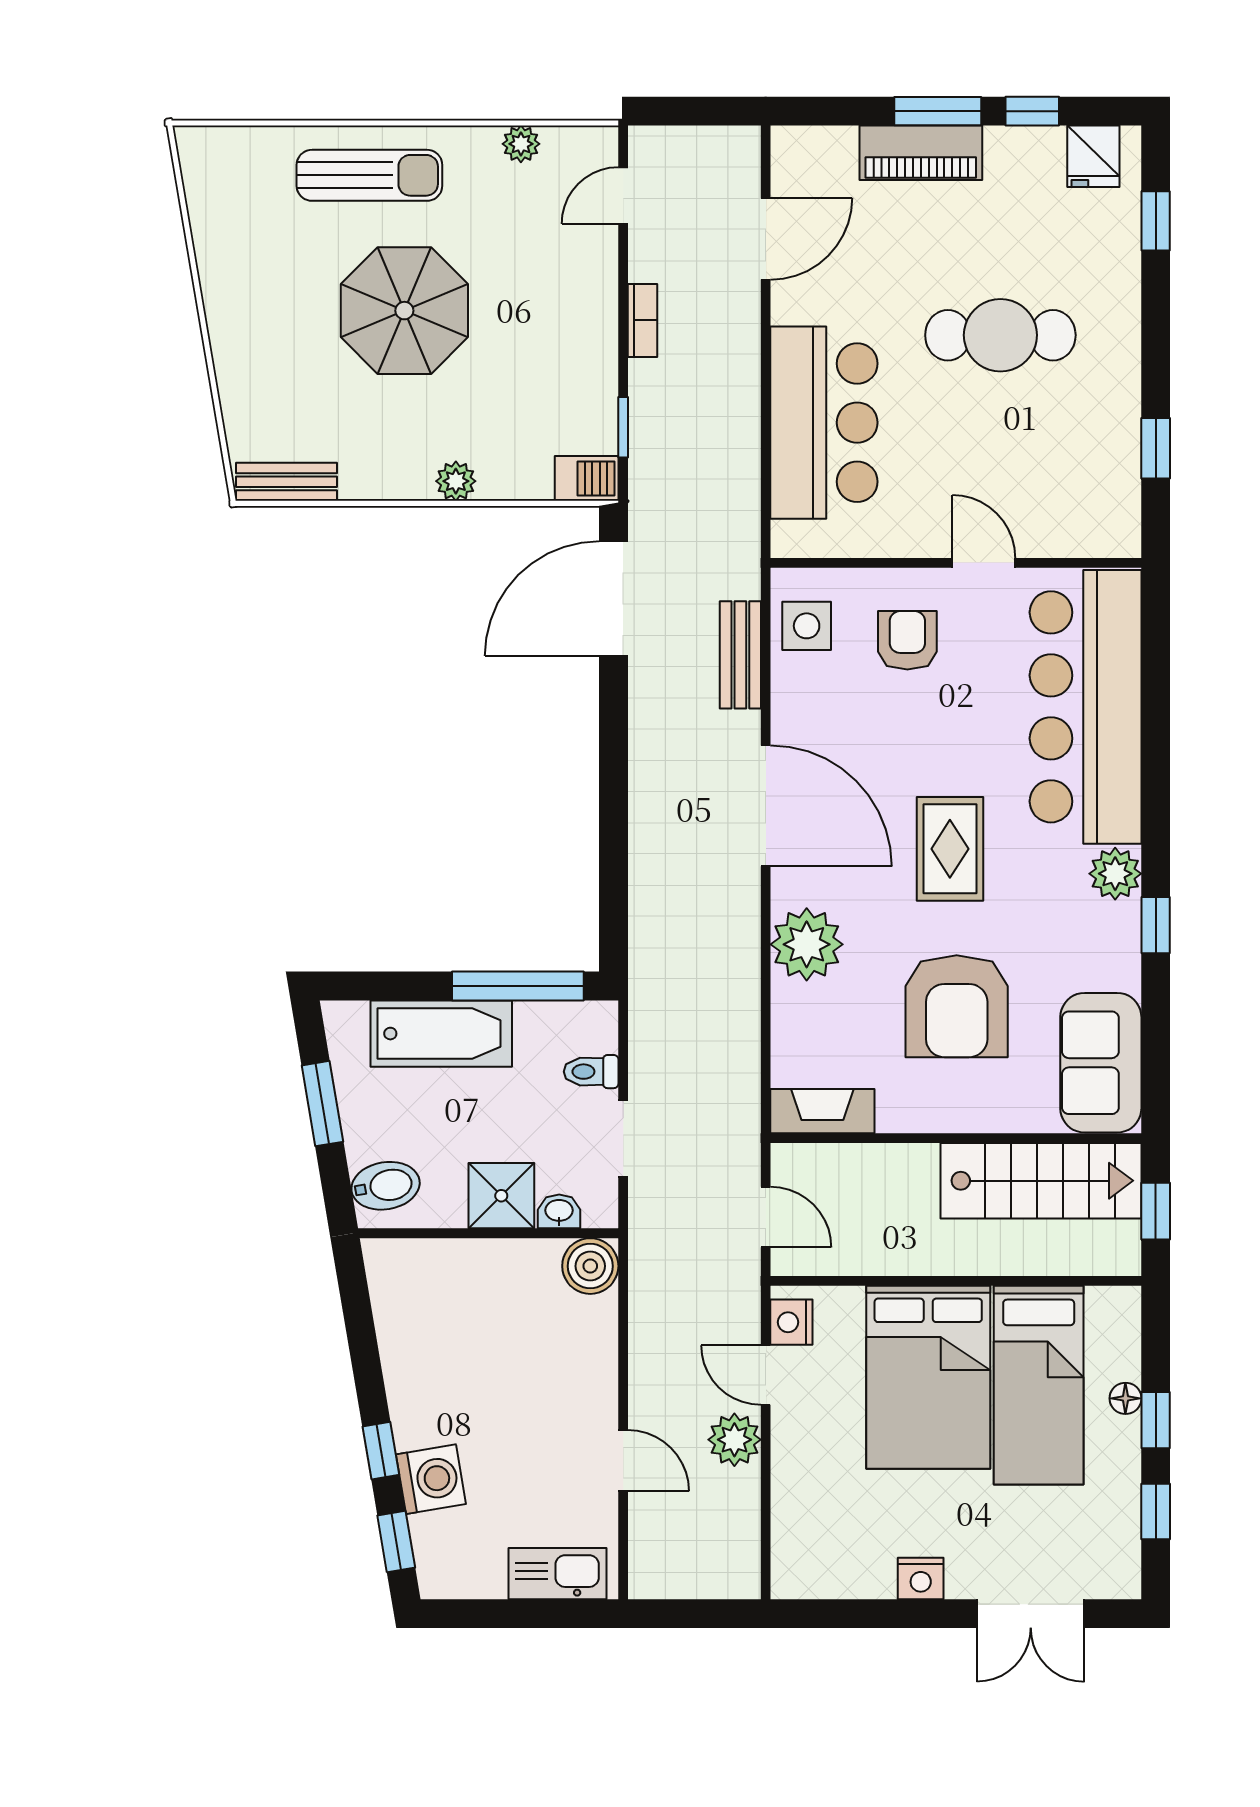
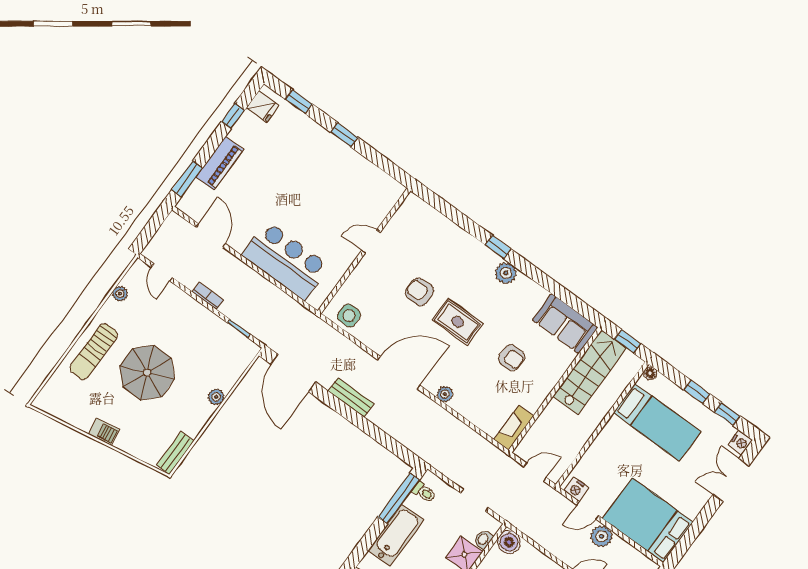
window: (938, 111) -> (187, 179), moved
sun lounger: (369, 175) -> (94, 352), turned 180
cafe table: (1000, 335) -> (299, 181), removed
window: (1156, 448) -> (344, 135), moved
barbecue: (587, 478) -> (104, 432), moved, turned 80
armchair: (907, 640) -> (419, 292), moved
bench: (740, 655) -> (351, 397), moved
bar counter: (1086, 707) -> (443, 243), removed
window: (1156, 925) -> (498, 247), moved
plant: (807, 944) -> (445, 394), width x0.53, depth x0.53
armchair: (957, 1006) -> (511, 358), width x0.53, depth x0.53
toilet: (591, 1072) -> (424, 492), moved, turned -90
bed: (928, 1377) -> (648, 520), moved, turned 180
floor lamp: (1125, 1398) -> (650, 373), moved
nightstand: (921, 1578) -> (740, 443), moved
double door: (1031, 1614) -> (731, 480), swing flipped

